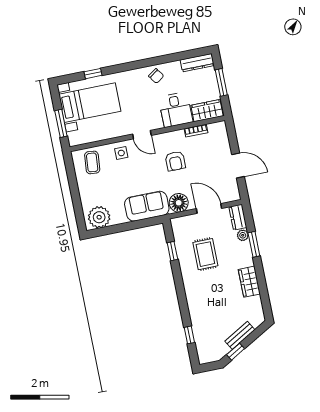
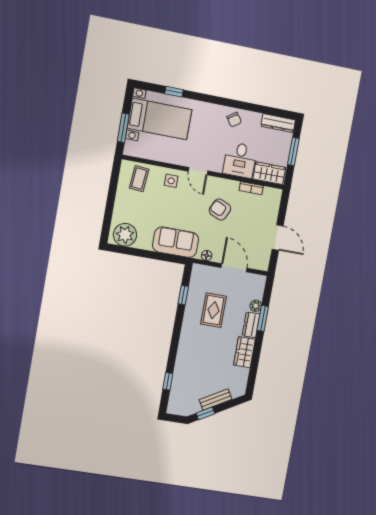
armchair: (175, 161) -> (220, 210), turned 114
floor lamp: (179, 203) -> (207, 256), width x0.53, depth x0.53
dresser: (238, 217) -> (251, 325), moved

